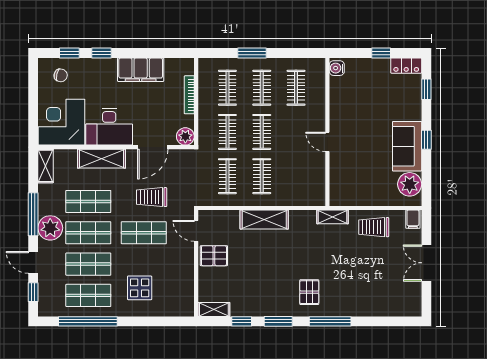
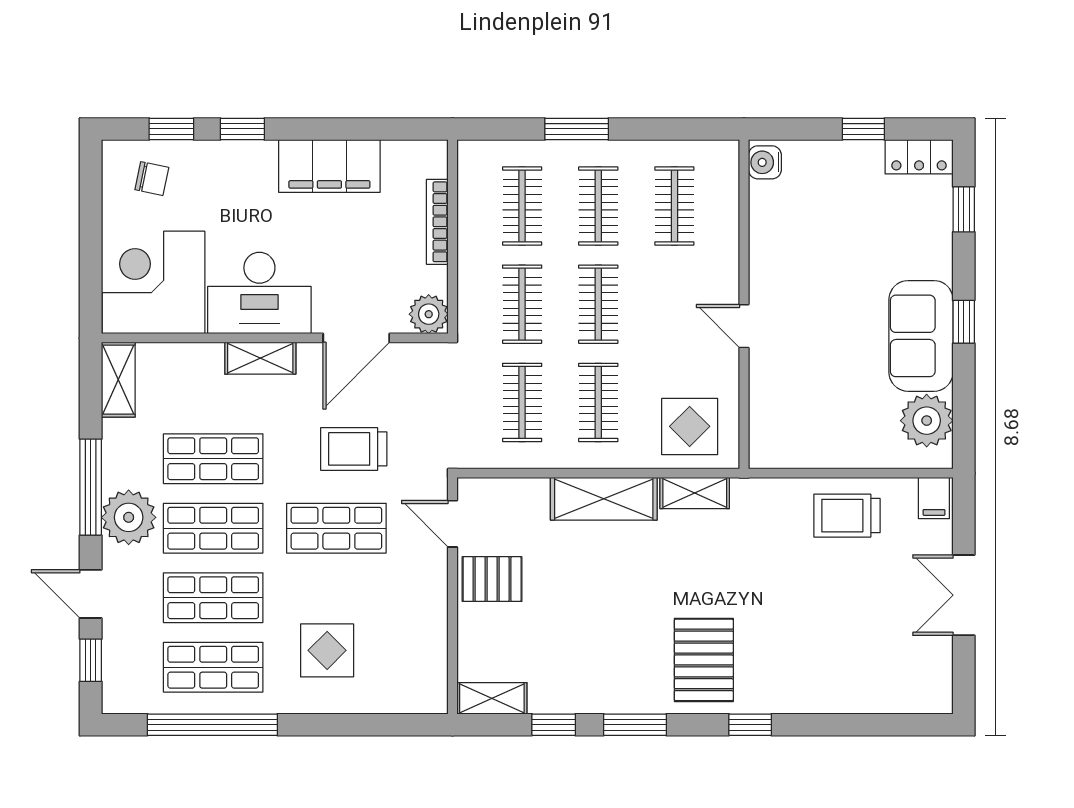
shelving: (102, 159) -> (260, 358), width x0.67, depth x0.75
display table: (303, 187) -> (690, 426), added
shelving: (333, 217) -> (695, 493), moved
pallet: (309, 292) -> (704, 660), width x1.50, depth x1.42
window: (330, 321) -> (750, 725), width x0.46

